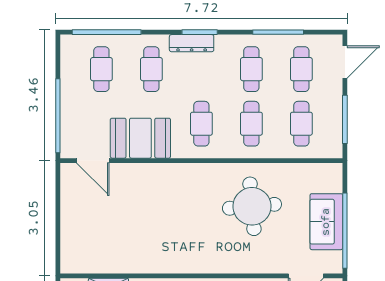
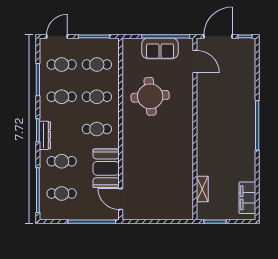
door: (345, 62) -> (57, 36), hinge flipped
door: (93, 161) -> (121, 199), swing flipped

